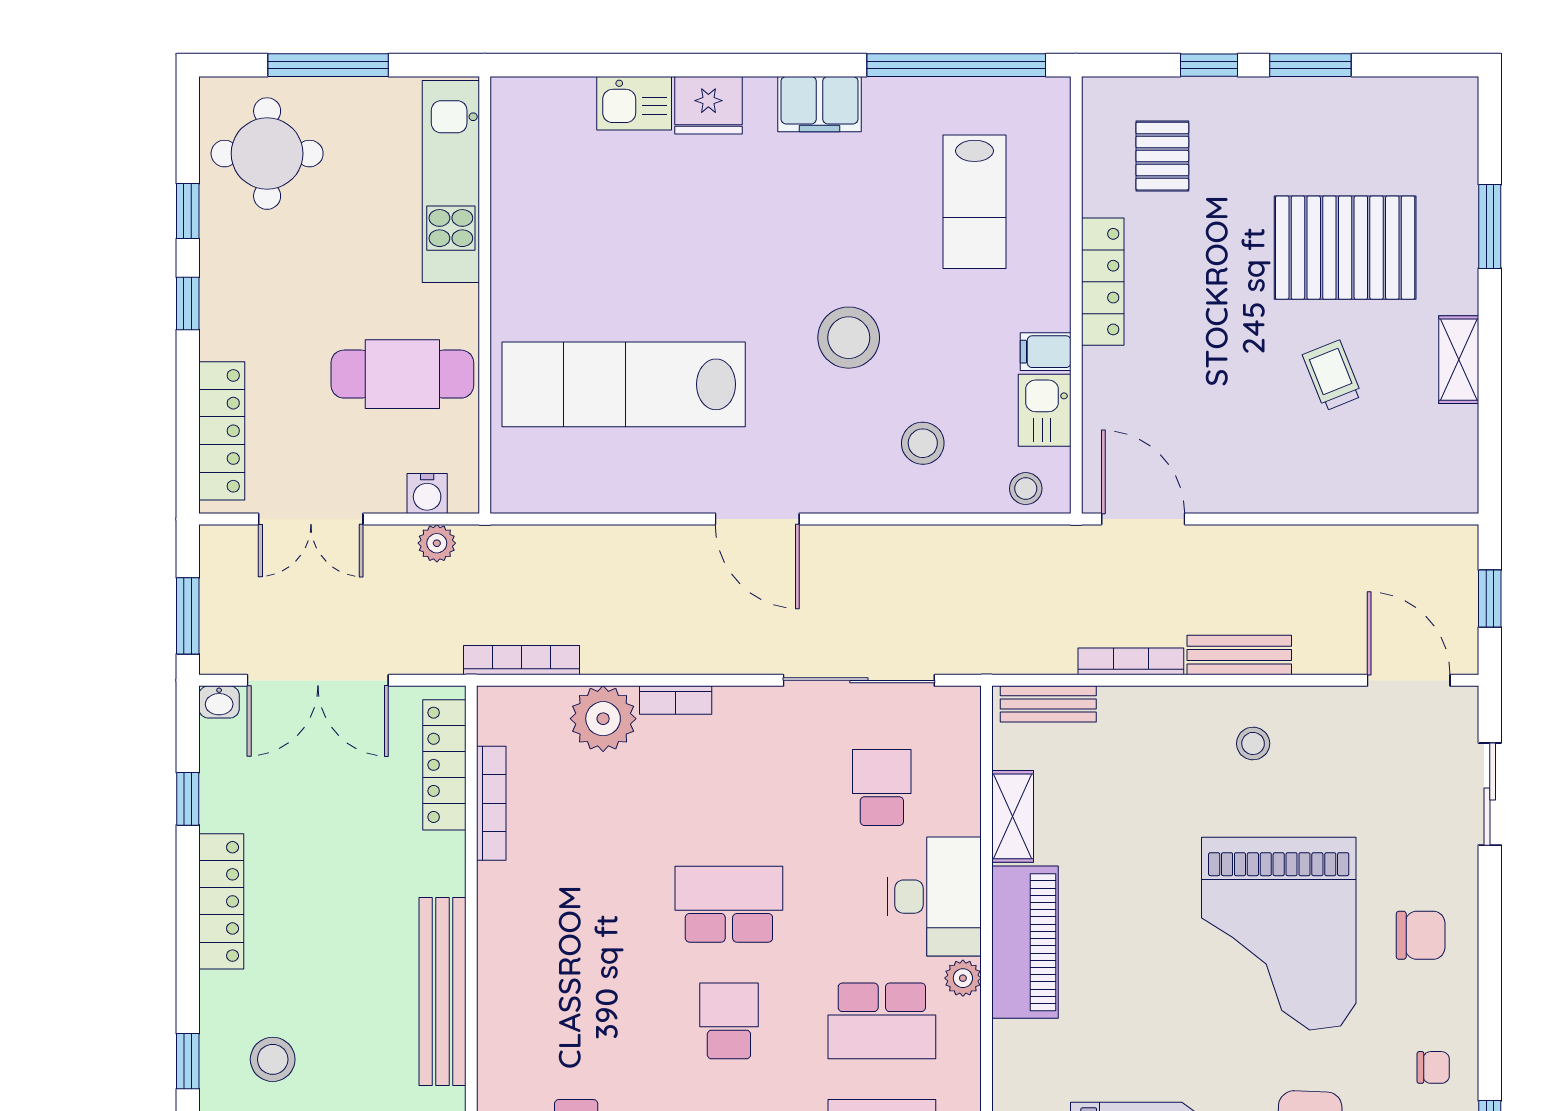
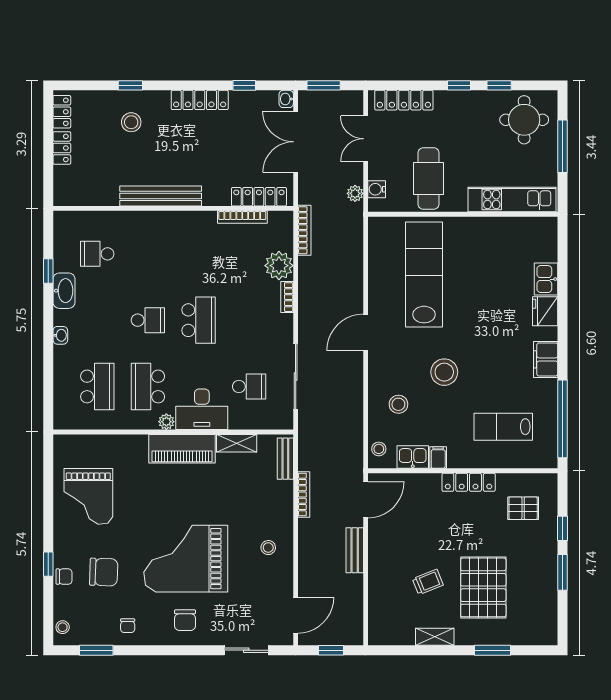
bench: (1239, 655) -> (355, 550), moved

